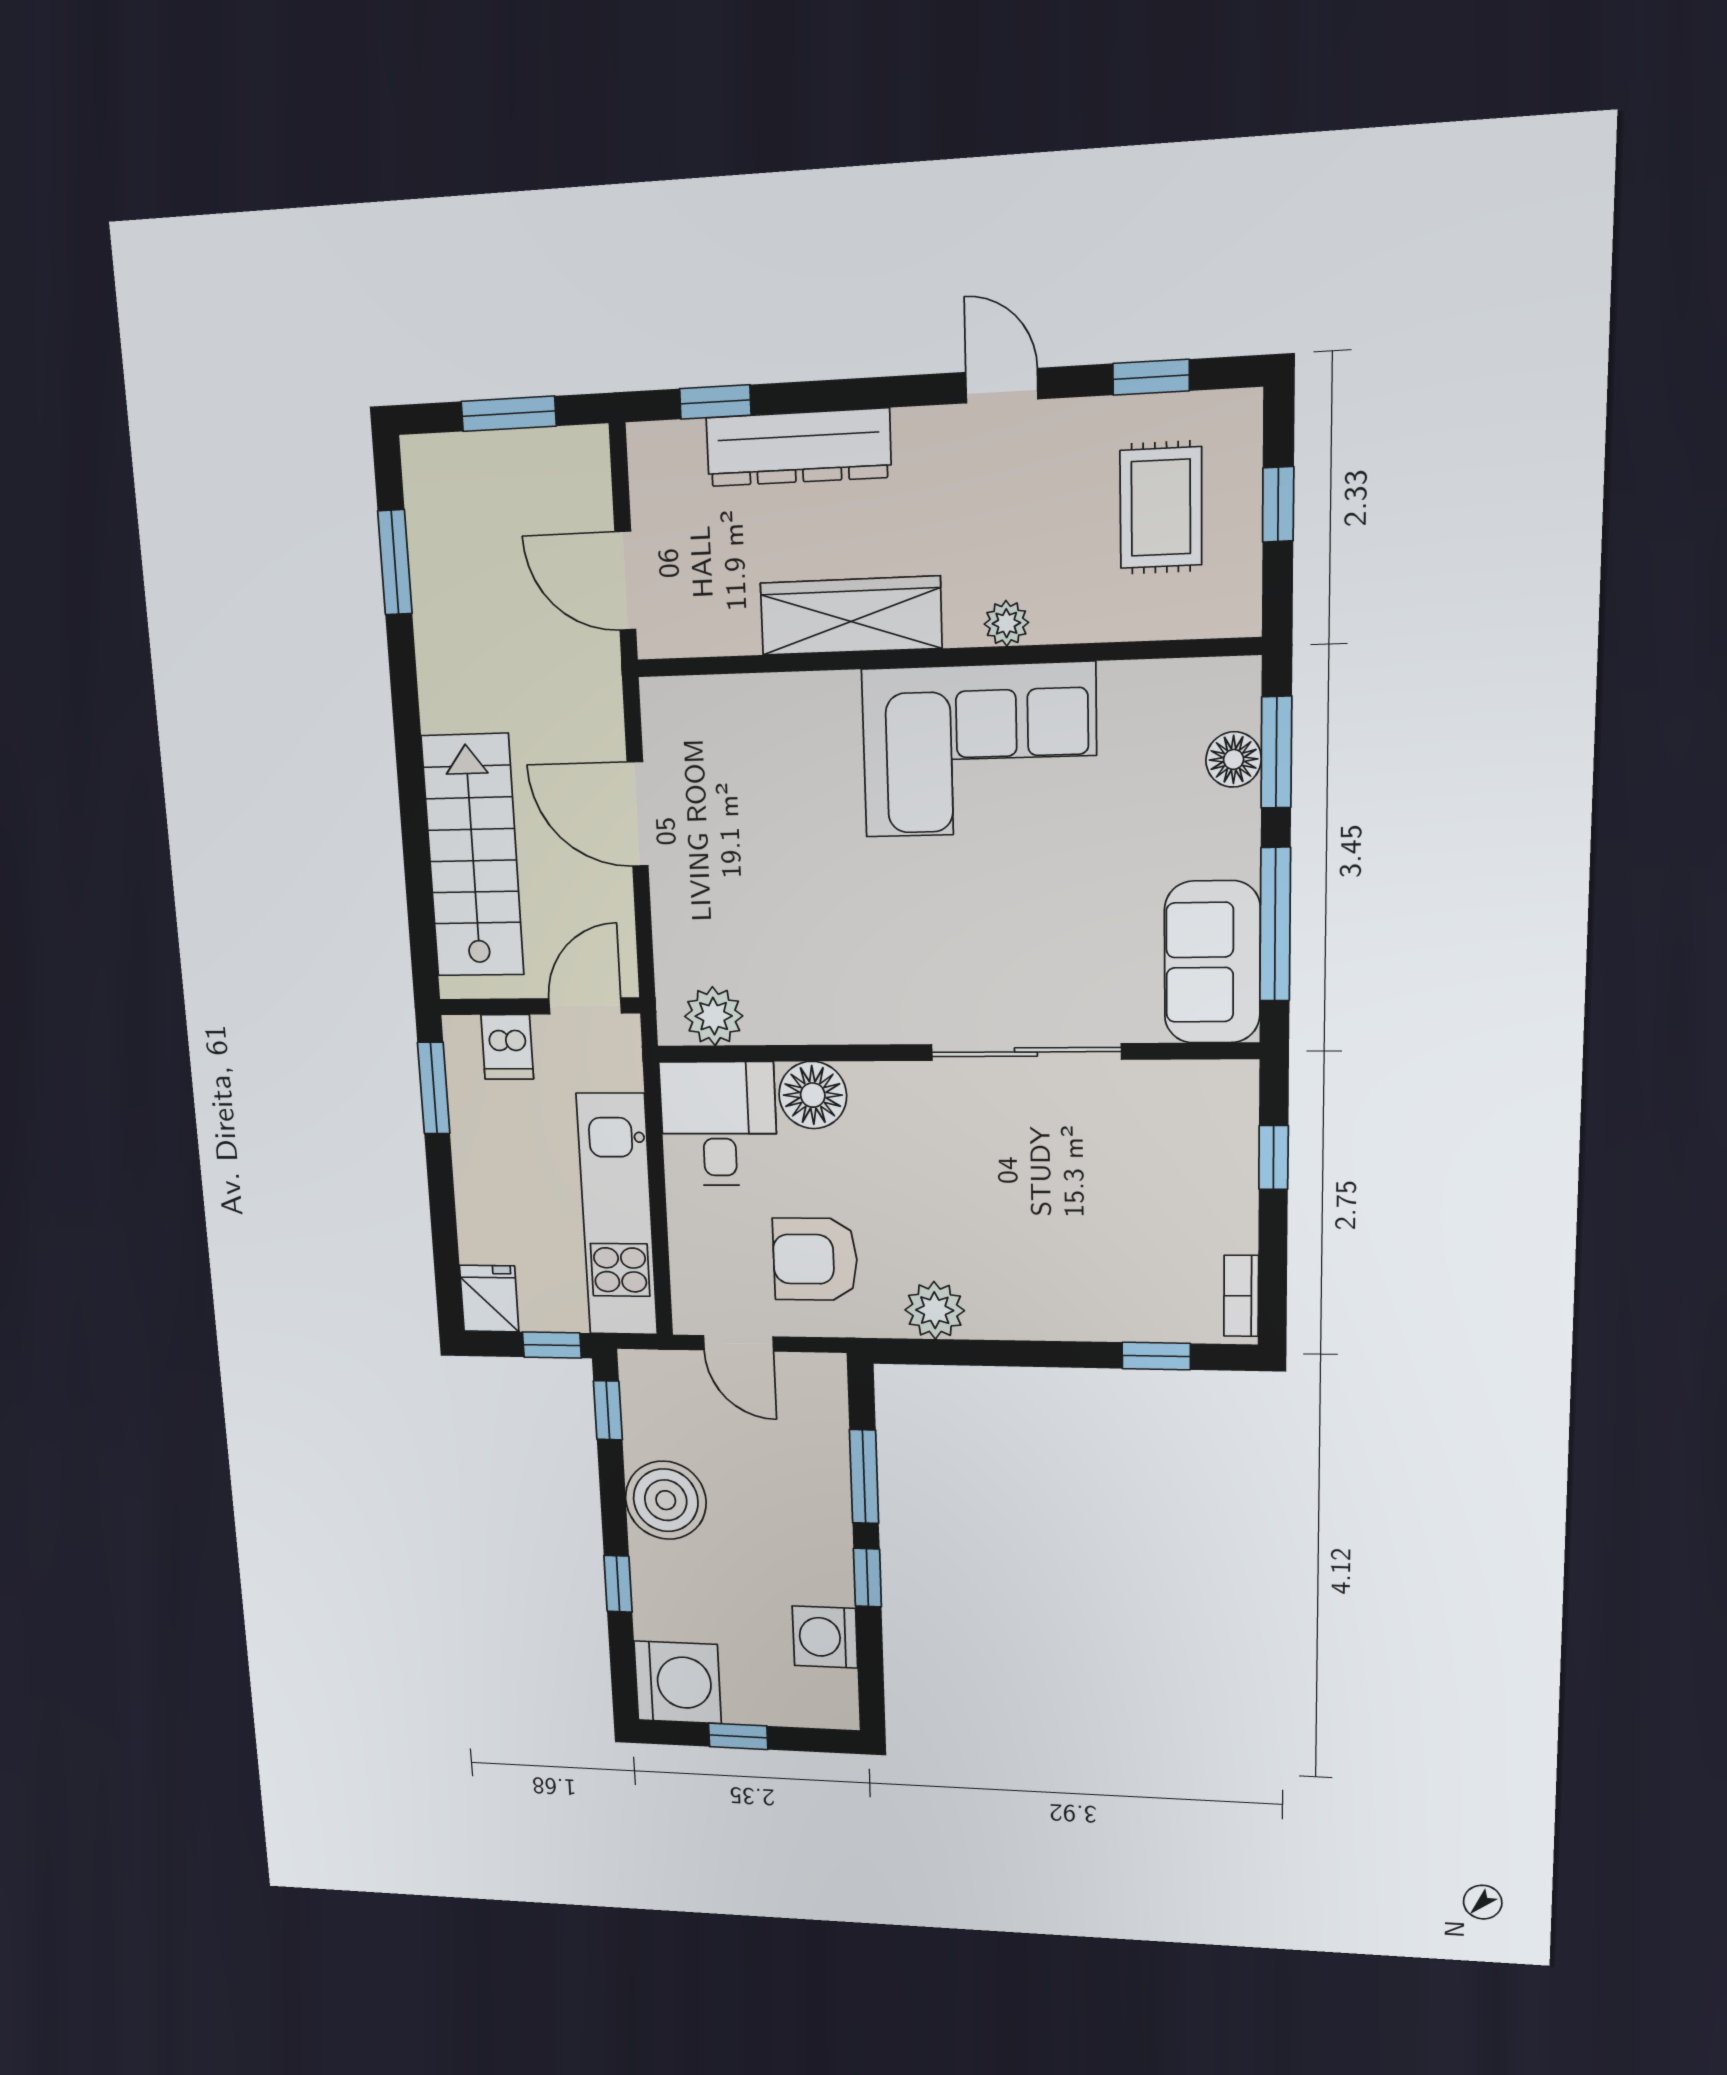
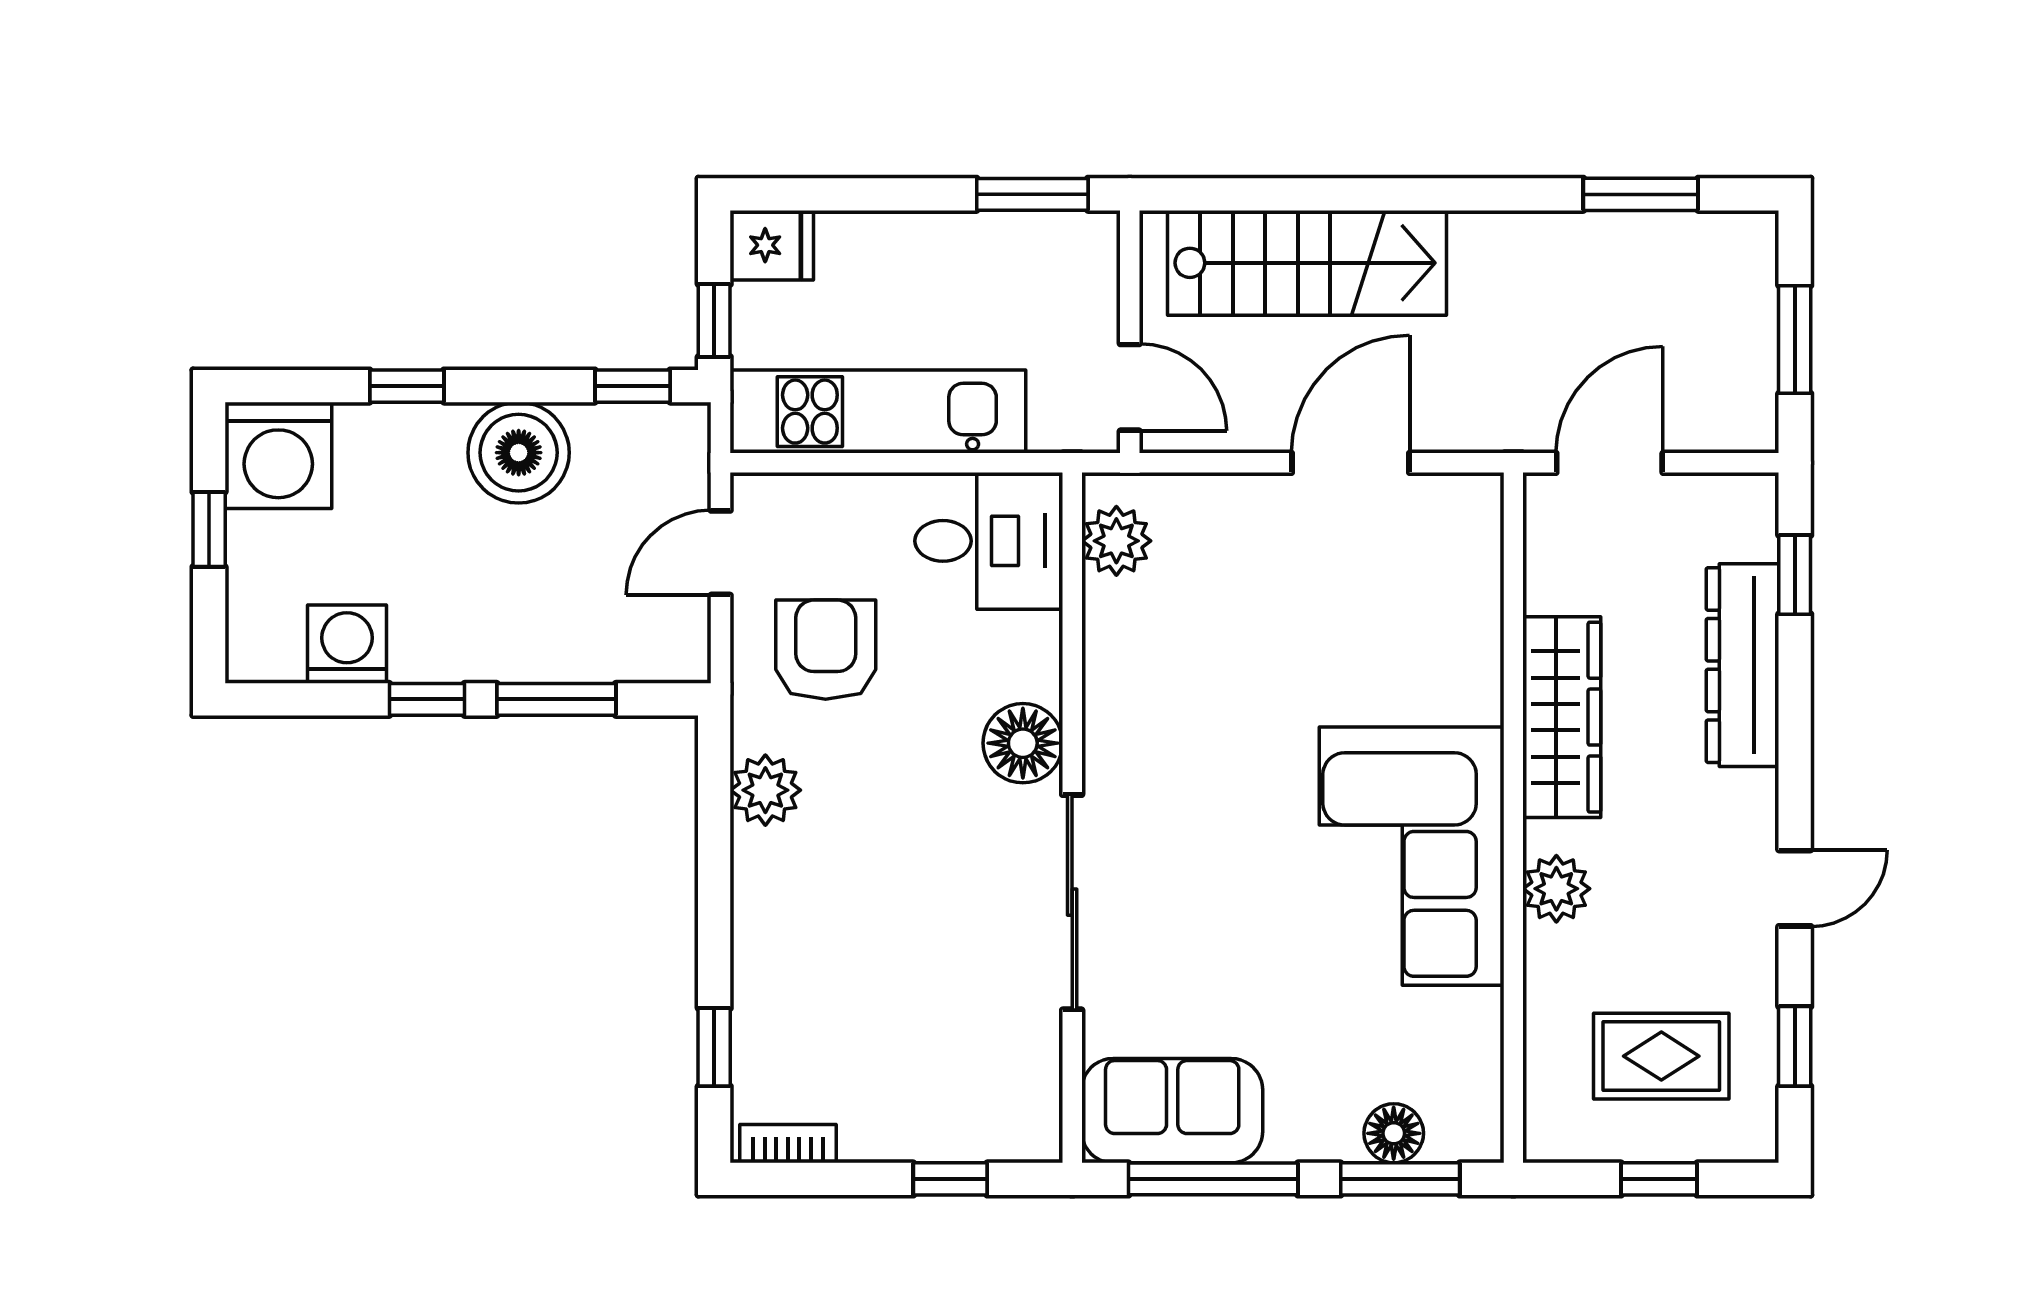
plant: (1006, 623) -> (1556, 889), width x1.38, depth x1.38
dishwasher: (507, 1047) -> (1082, 289), removed
floor lamp: (813, 1095) -> (1023, 743), moved

